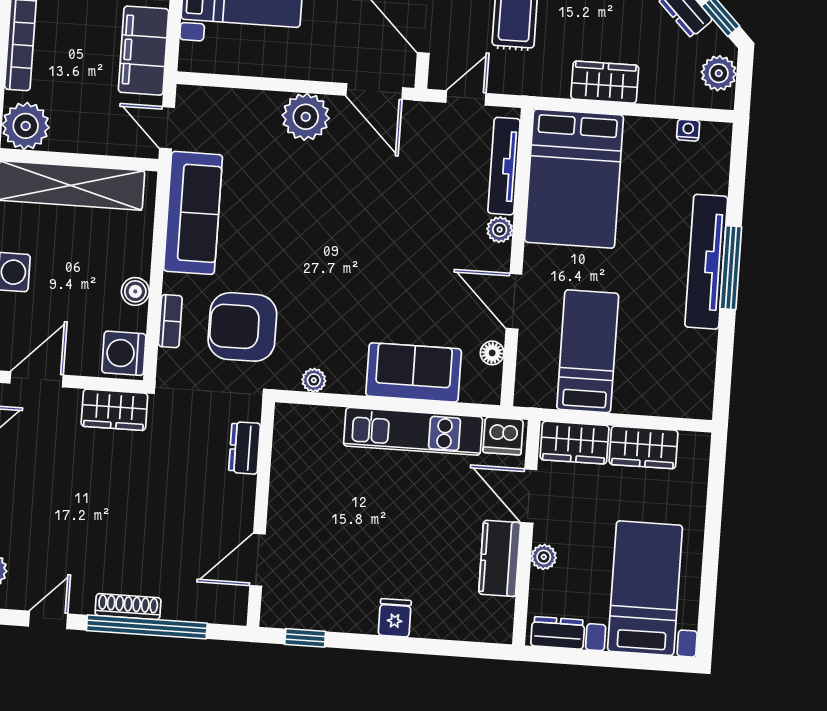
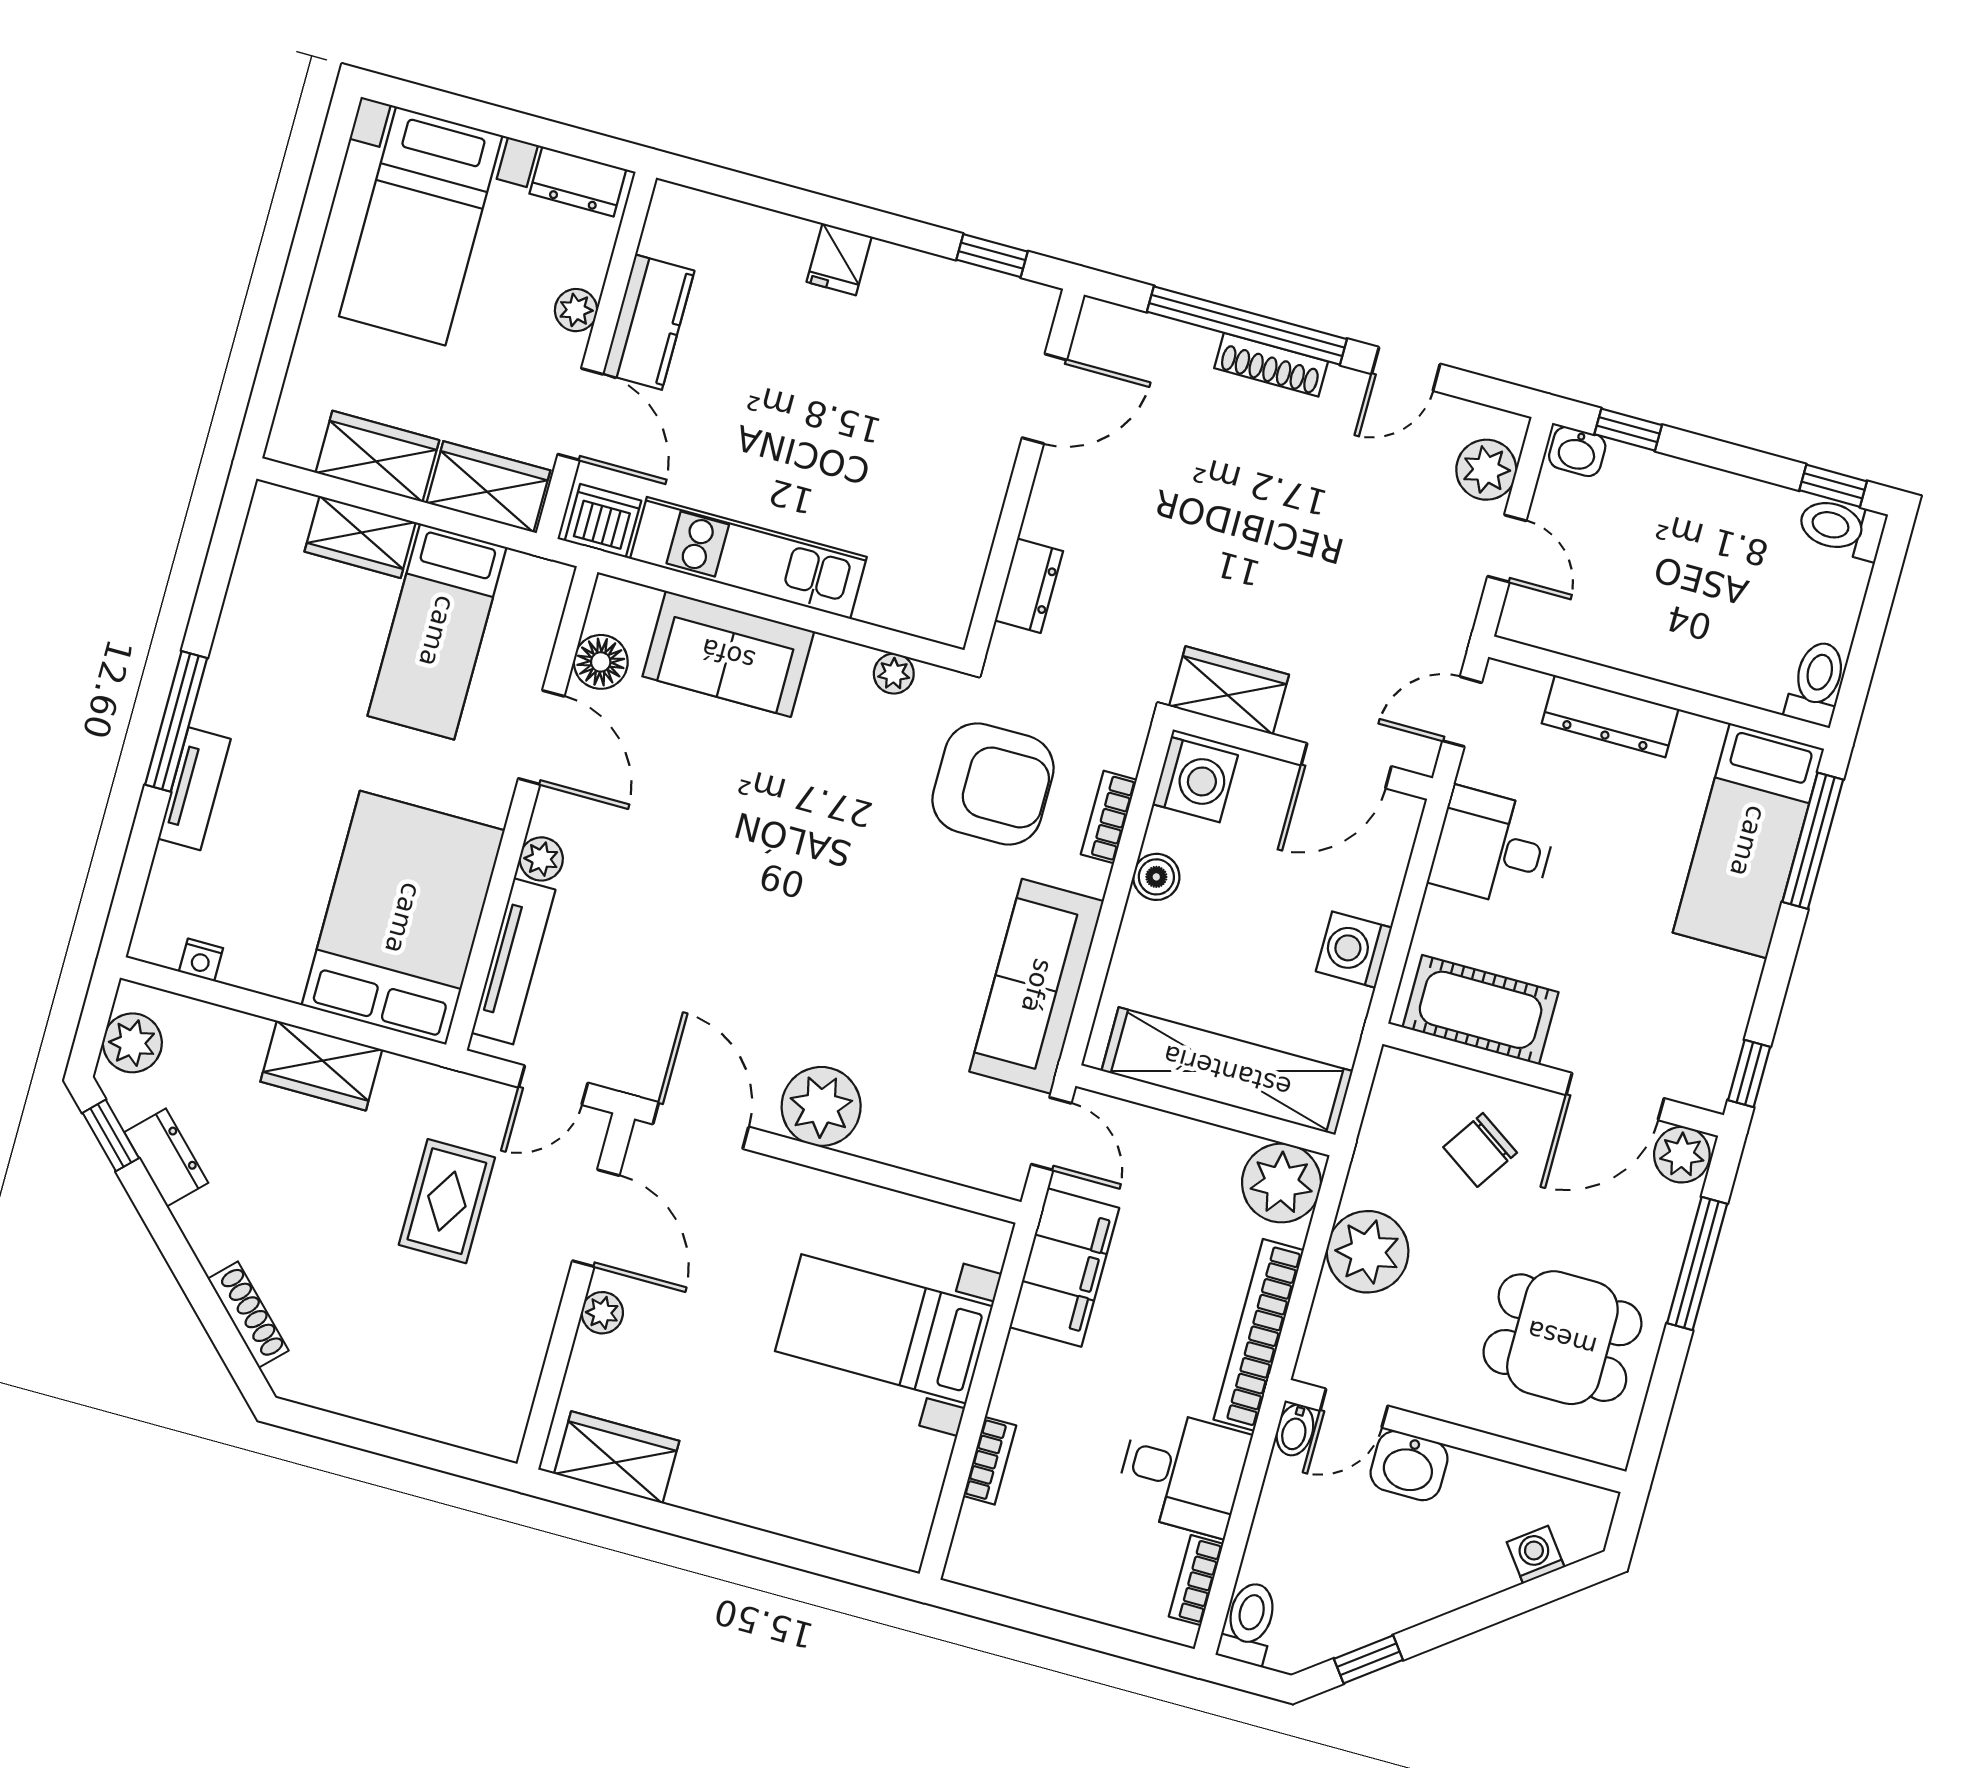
tv unit: (706, 262) -> (194, 789), width x0.52, depth x0.78
floor lamp: (492, 353) -> (601, 662), width x1.37, depth x1.37
wardrobe: (644, 398) -> (360, 537), added

